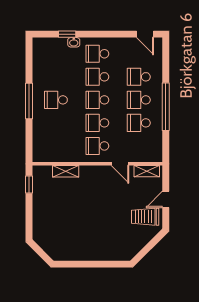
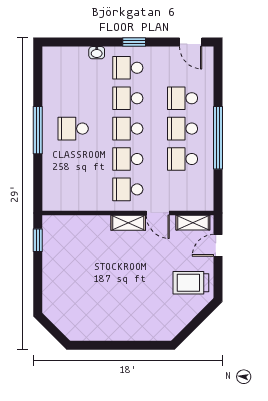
window: (67, 34) -> (134, 42), moved
shelving: (66, 171) -> (128, 223), moved
door: (166, 199) -> (218, 245), moved

